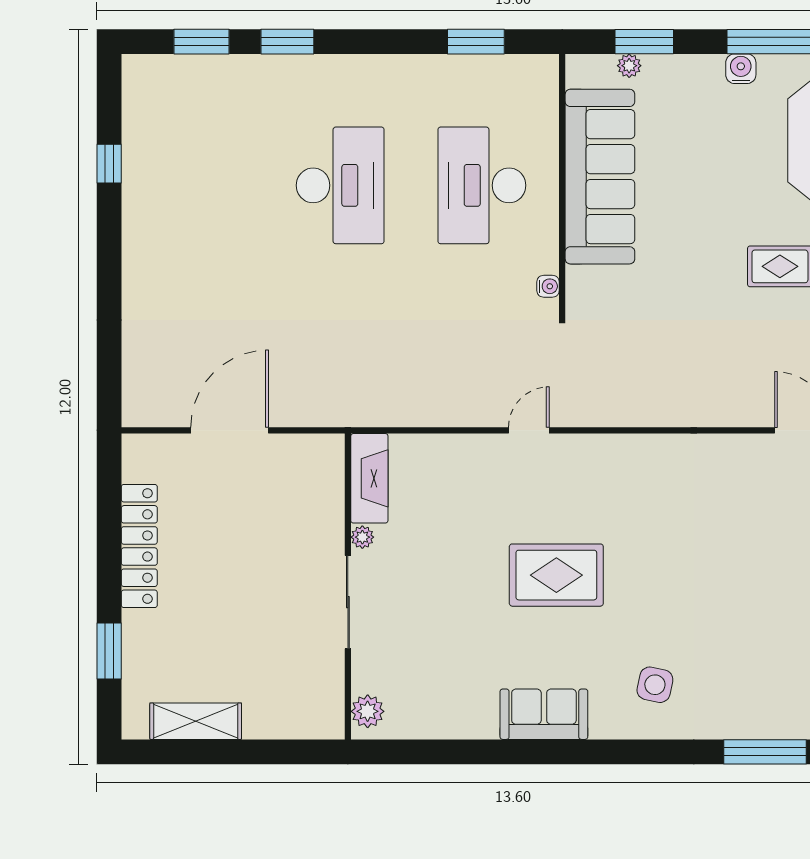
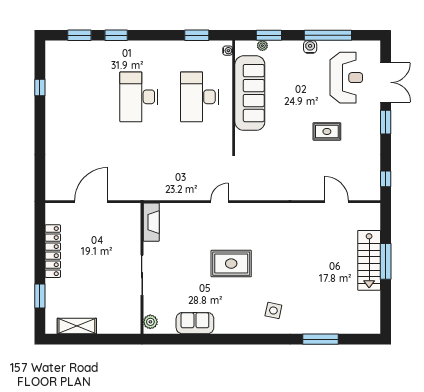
desk: (340, 185) -> (139, 97), turned 180
water cooler: (548, 286) -> (228, 51), moved
plant: (362, 537) -> (148, 247), removed
sofa: (544, 714) -> (195, 323), moved

